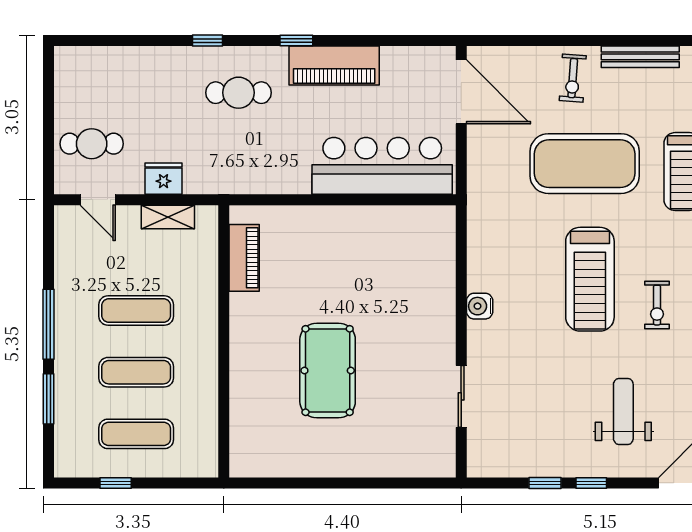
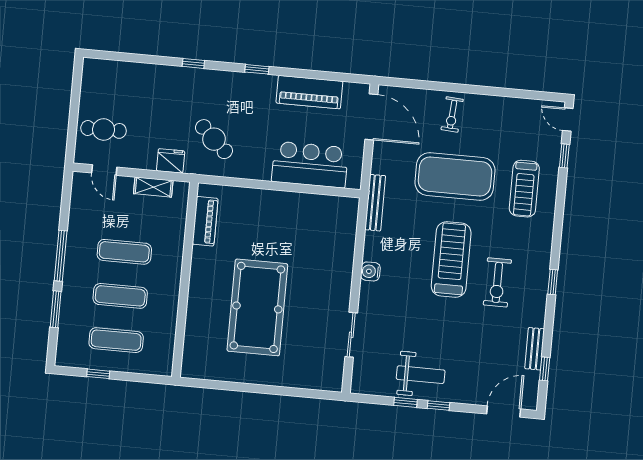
bench: (640, 57) -> (375, 203), moved, turned 90
piano: (334, 66) -> (309, 92), moved
cafe table: (239, 93) -> (214, 139), moved, turned 43
bar counter: (382, 166) -> (310, 165), width x0.73
fridge: (164, 179) -> (171, 161), moved
treadmill: (590, 279) -> (451, 259), turned 180
exercise bike: (657, 305) -> (497, 282), width x1.38, depth x1.39
pool table: (328, 371) -> (257, 307), width x1.36, depth x1.32
weight bench: (623, 411) -> (421, 375), moved, turned 90

